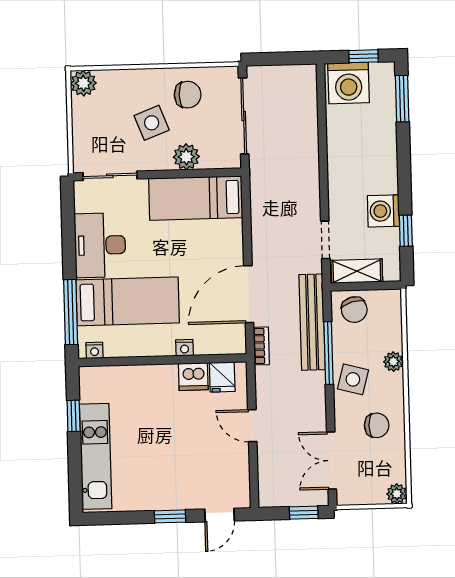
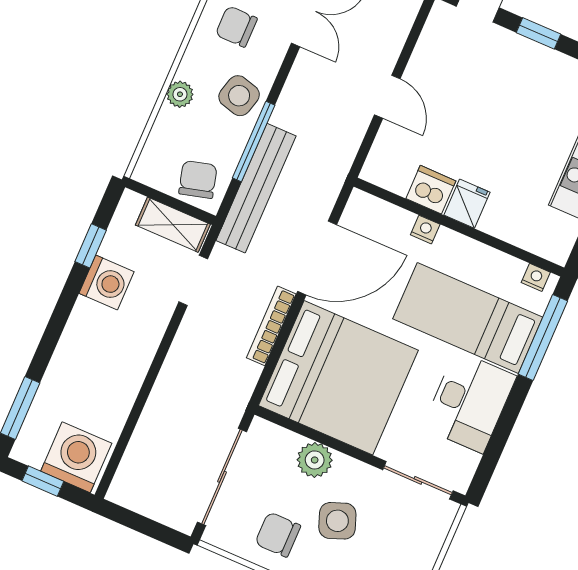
bed: (196, 198) -> (338, 378), width x2.04
bookcase: (261, 346) -> (271, 326), moved, width x1.56
fridge: (222, 377) -> (467, 204), moved

